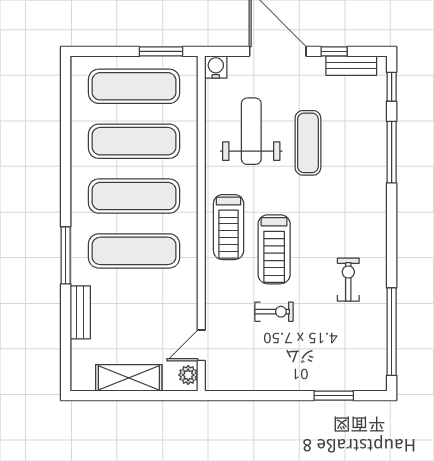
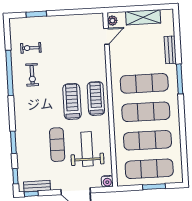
window: (161, 51) -> (154, 187), moved
window: (334, 51) -> (31, 194), moved
weight bench: (251, 131) -> (87, 149), turned 180
window: (392, 152) -> (13, 142), width x0.69
treadmill: (274, 249) -> (72, 101), moved
exercise bike: (274, 312) -> (31, 48), moved
window: (392, 332) -> (9, 73), moved

